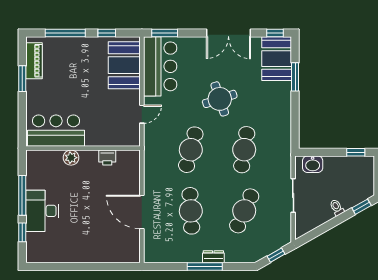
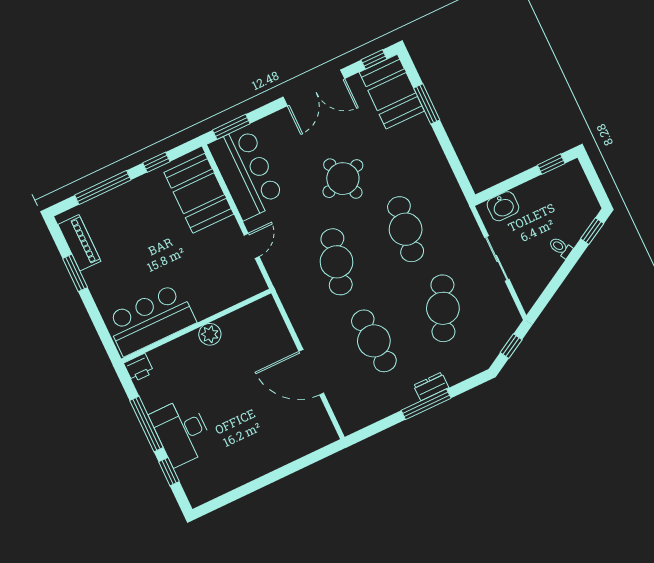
plant: (71, 158) -> (210, 334), moved
printer: (107, 158) -> (139, 368), moved

